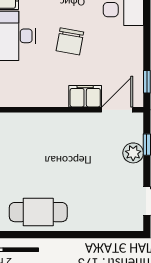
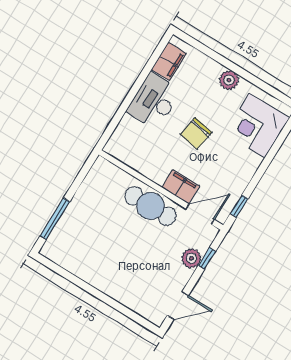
cafe table: (38, 212) -> (151, 206), moved

